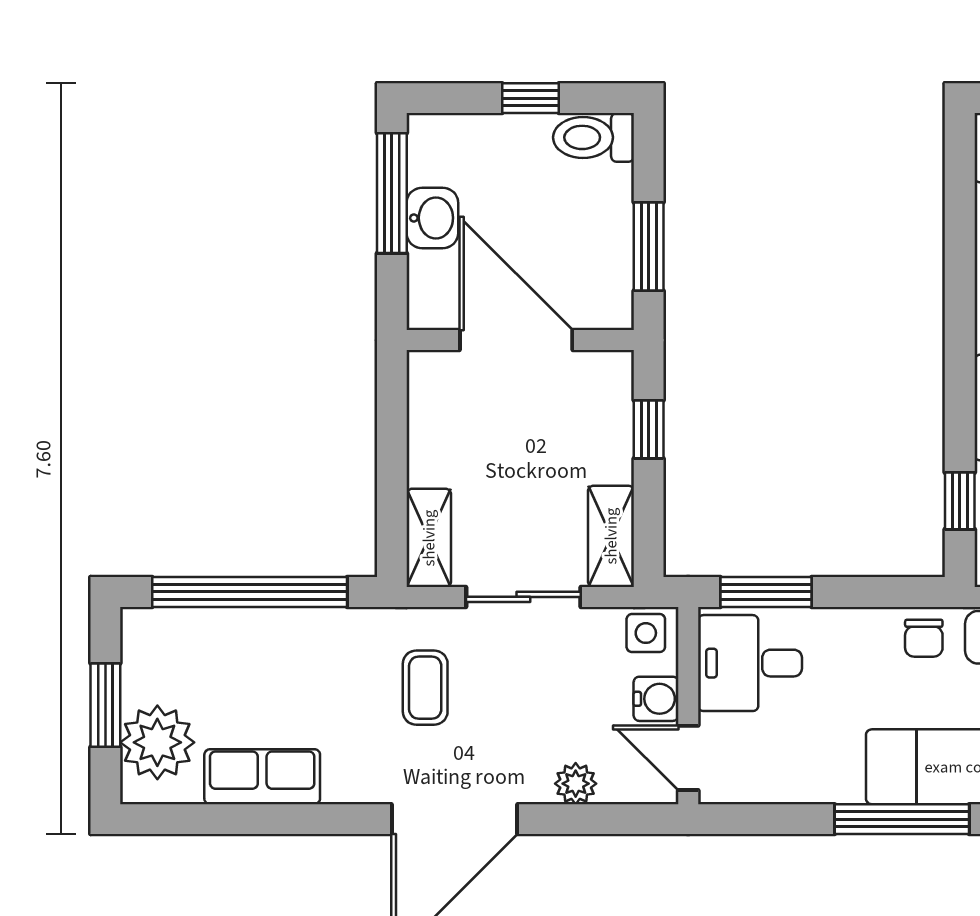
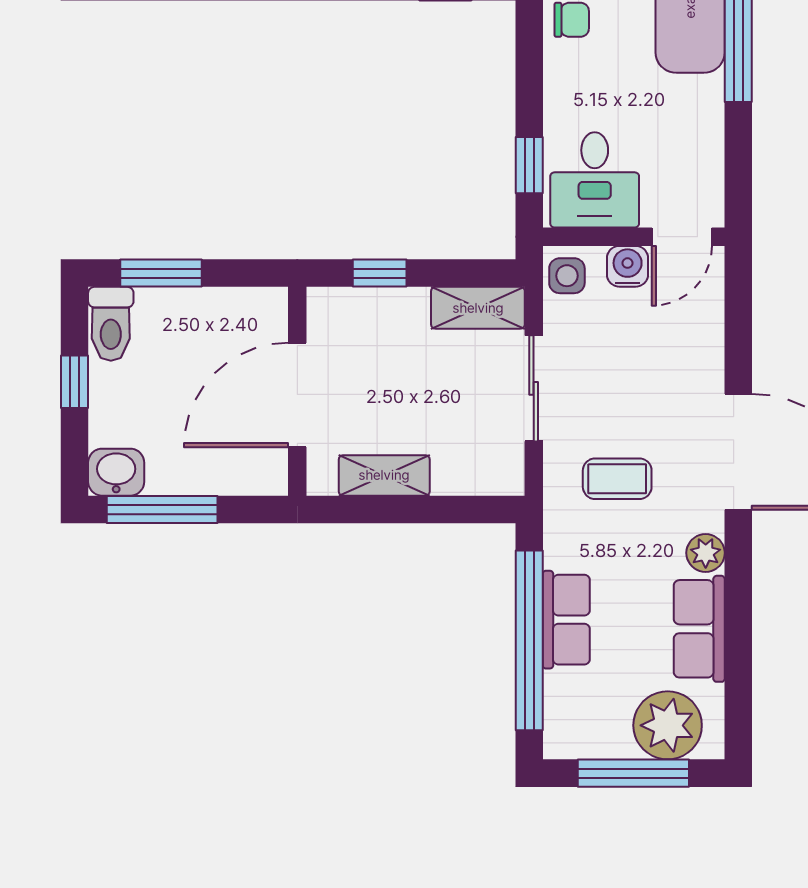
washbasin: (432, 218) -> (116, 472), moved
window: (649, 246) -> (161, 273), moved
shelving: (429, 538) -> (384, 475), moved
window: (766, 592) -> (529, 165), width x0.67
row of seats: (272, 632) -> (566, 620), added
window: (105, 705) -> (633, 773), width x1.44
plant: (576, 784) -> (706, 553), moved

